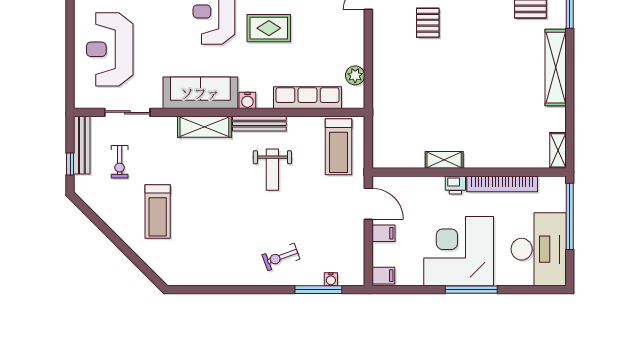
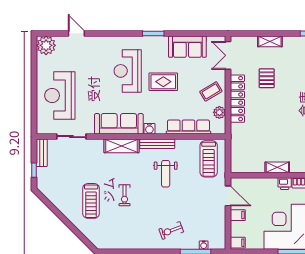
coffee table: (342, 43) -> (211, 91), added
locker: (383, 54) -> (237, 99), added
bench: (82, 145) -> (42, 153), width x0.73
exercise bike: (120, 162) -> (124, 195), moved

